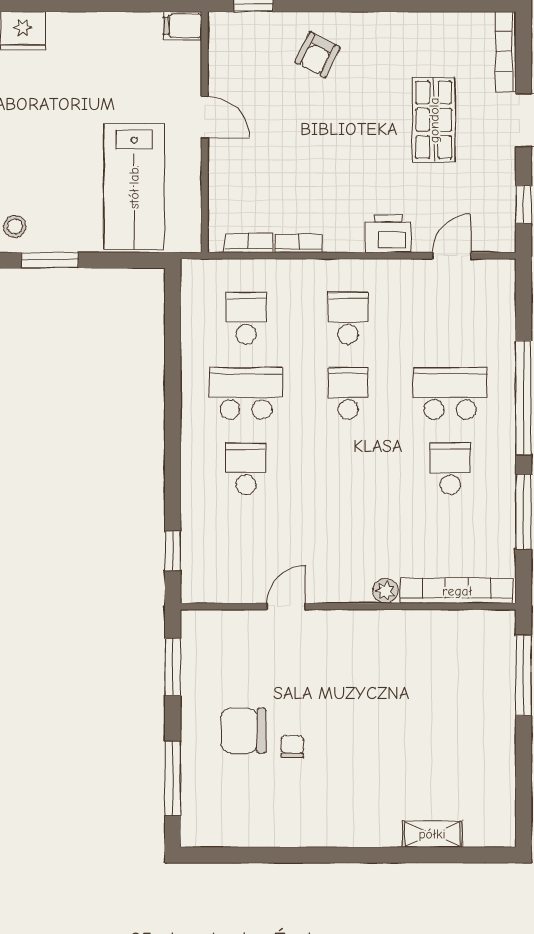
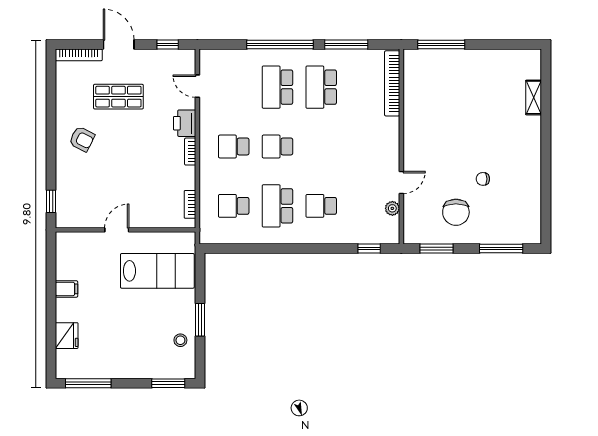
filing cabinet: (183, 26) -> (67, 289), moved, turned -90
armchair: (317, 55) -> (82, 139), moved
bookcase: (299, 243) -> (190, 152), moved
school desk: (450, 469) -> (321, 87), width x1.85
plant: (386, 591) -> (392, 208), moved
door: (286, 606) -> (401, 182), swing flipped
chair: (243, 731) -> (456, 212), moved

